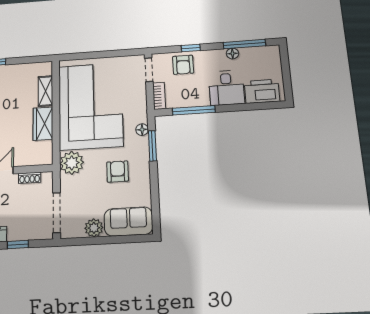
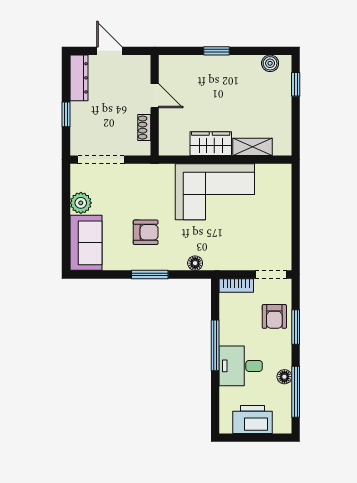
window: (191, 48) -> (296, 327), width x1.50
armchair: (183, 65) -> (274, 316), turned -90
printer: (262, 91) -> (252, 420), moved, turned -90
corner sofa: (90, 106) -> (215, 192), width x0.73, depth x0.74
window: (194, 110) -> (215, 345), moved
window: (152, 146) -> (150, 274), moved
plant: (72, 163) -> (159, 178), removed

